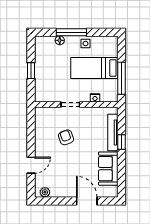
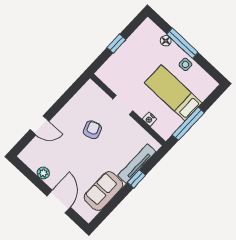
plant: (45, 192) -> (43, 173), moved

